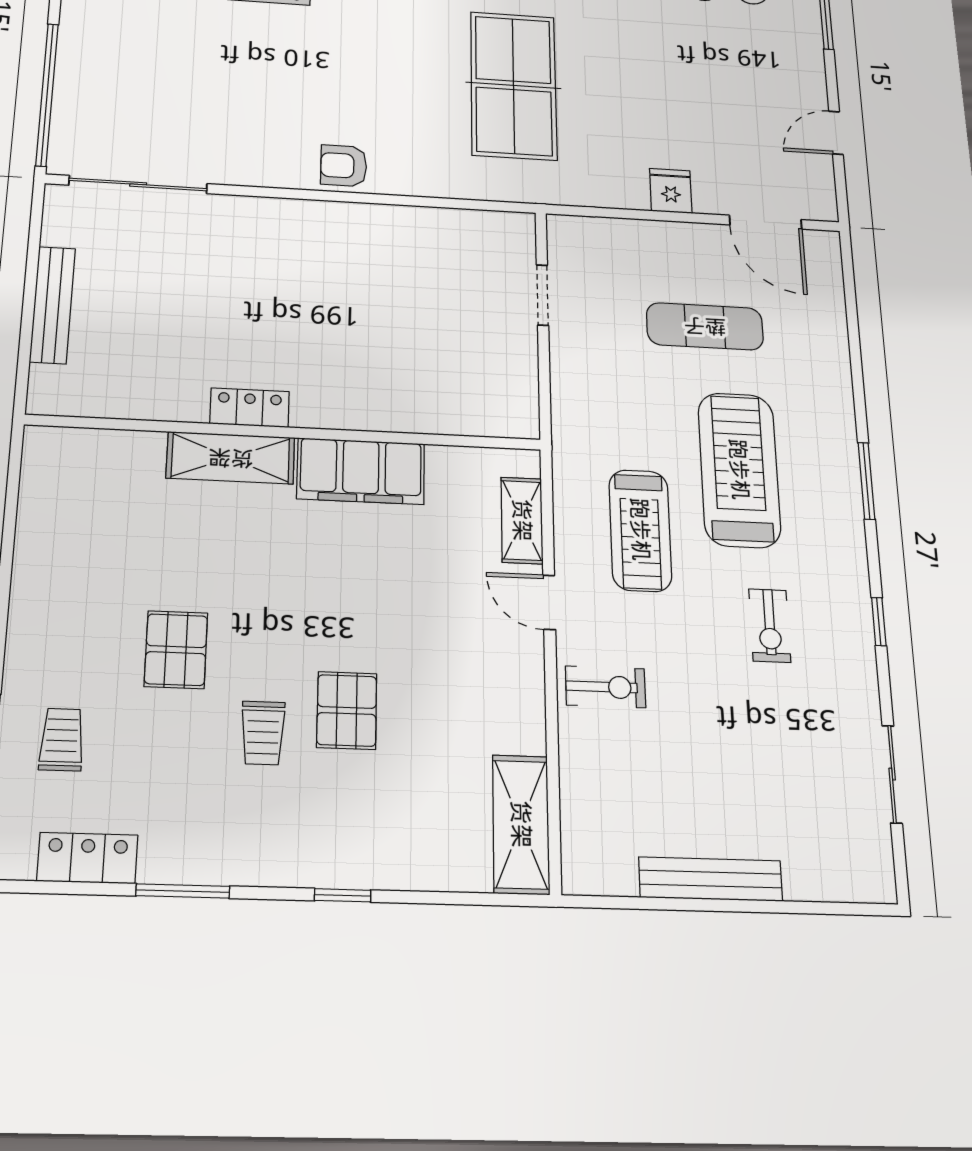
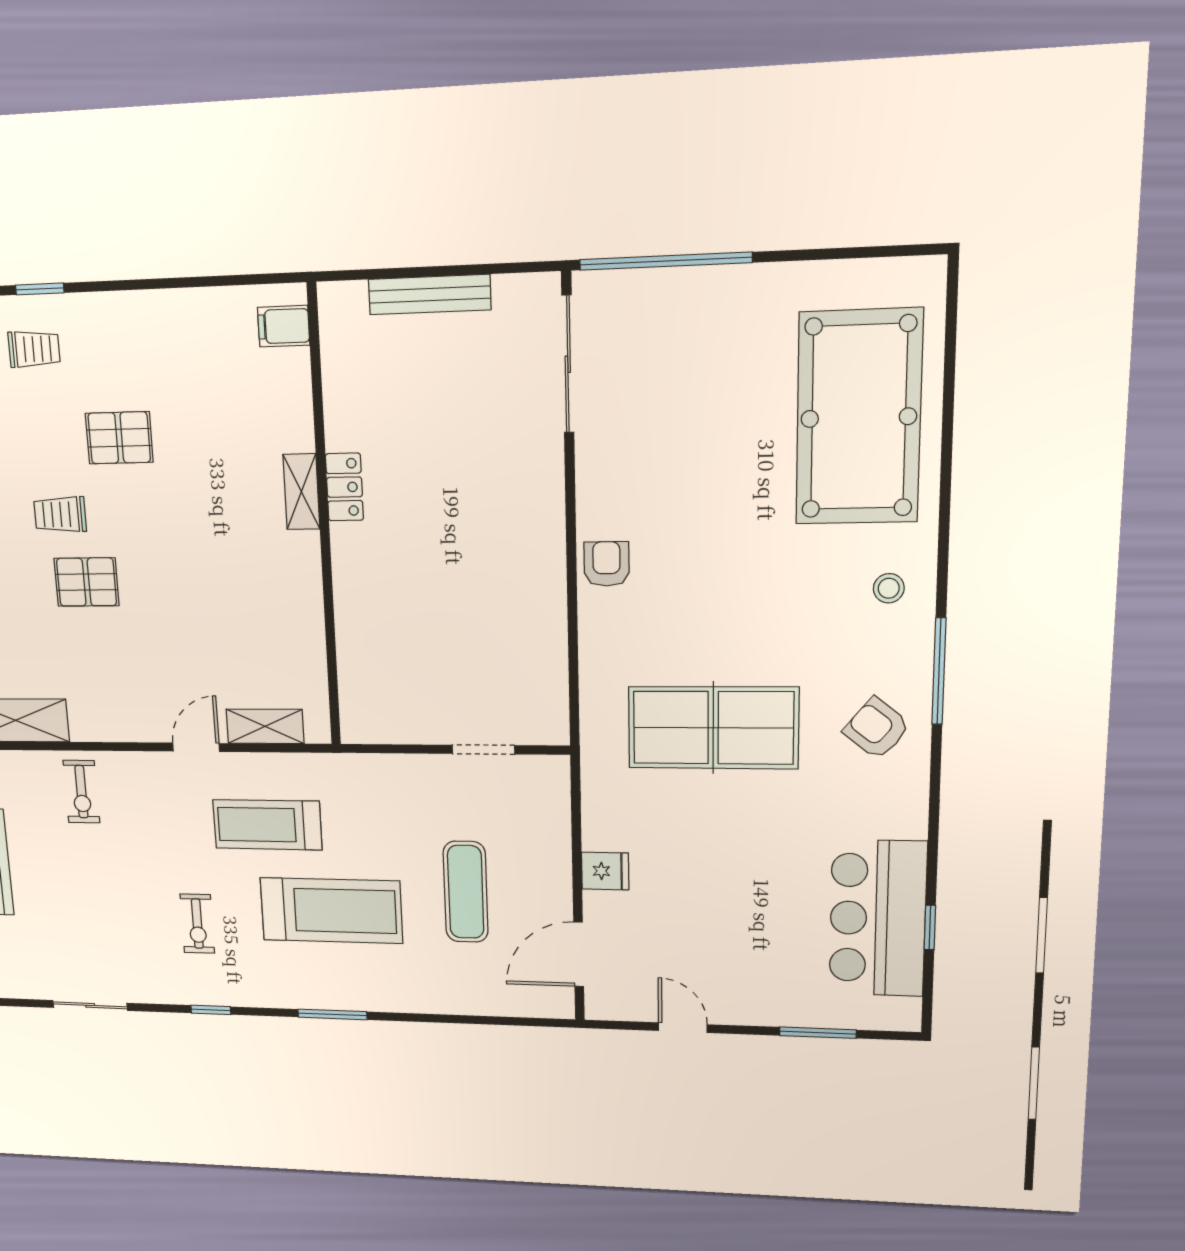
shelving: (231, 458) -> (301, 492), width x0.67, depth x0.75
filing cabinet: (361, 471) -> (284, 326), moved, width x0.33, depth x0.86
exercise bike: (770, 626) -> (197, 924), turned -90
exercise bike: (606, 687) -> (81, 792), moved

